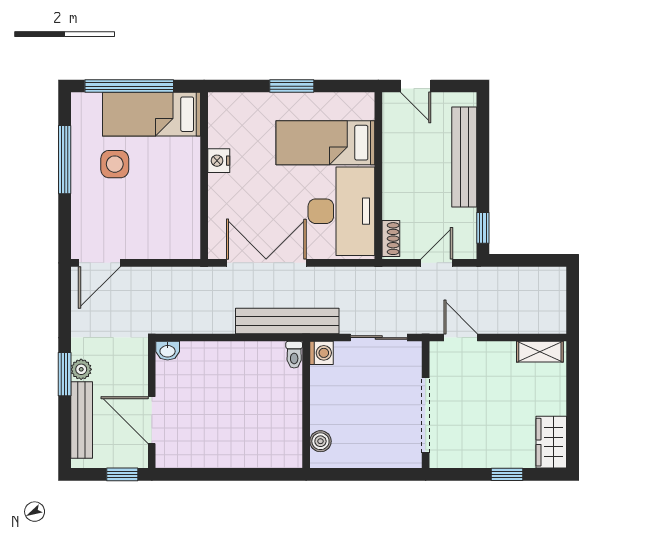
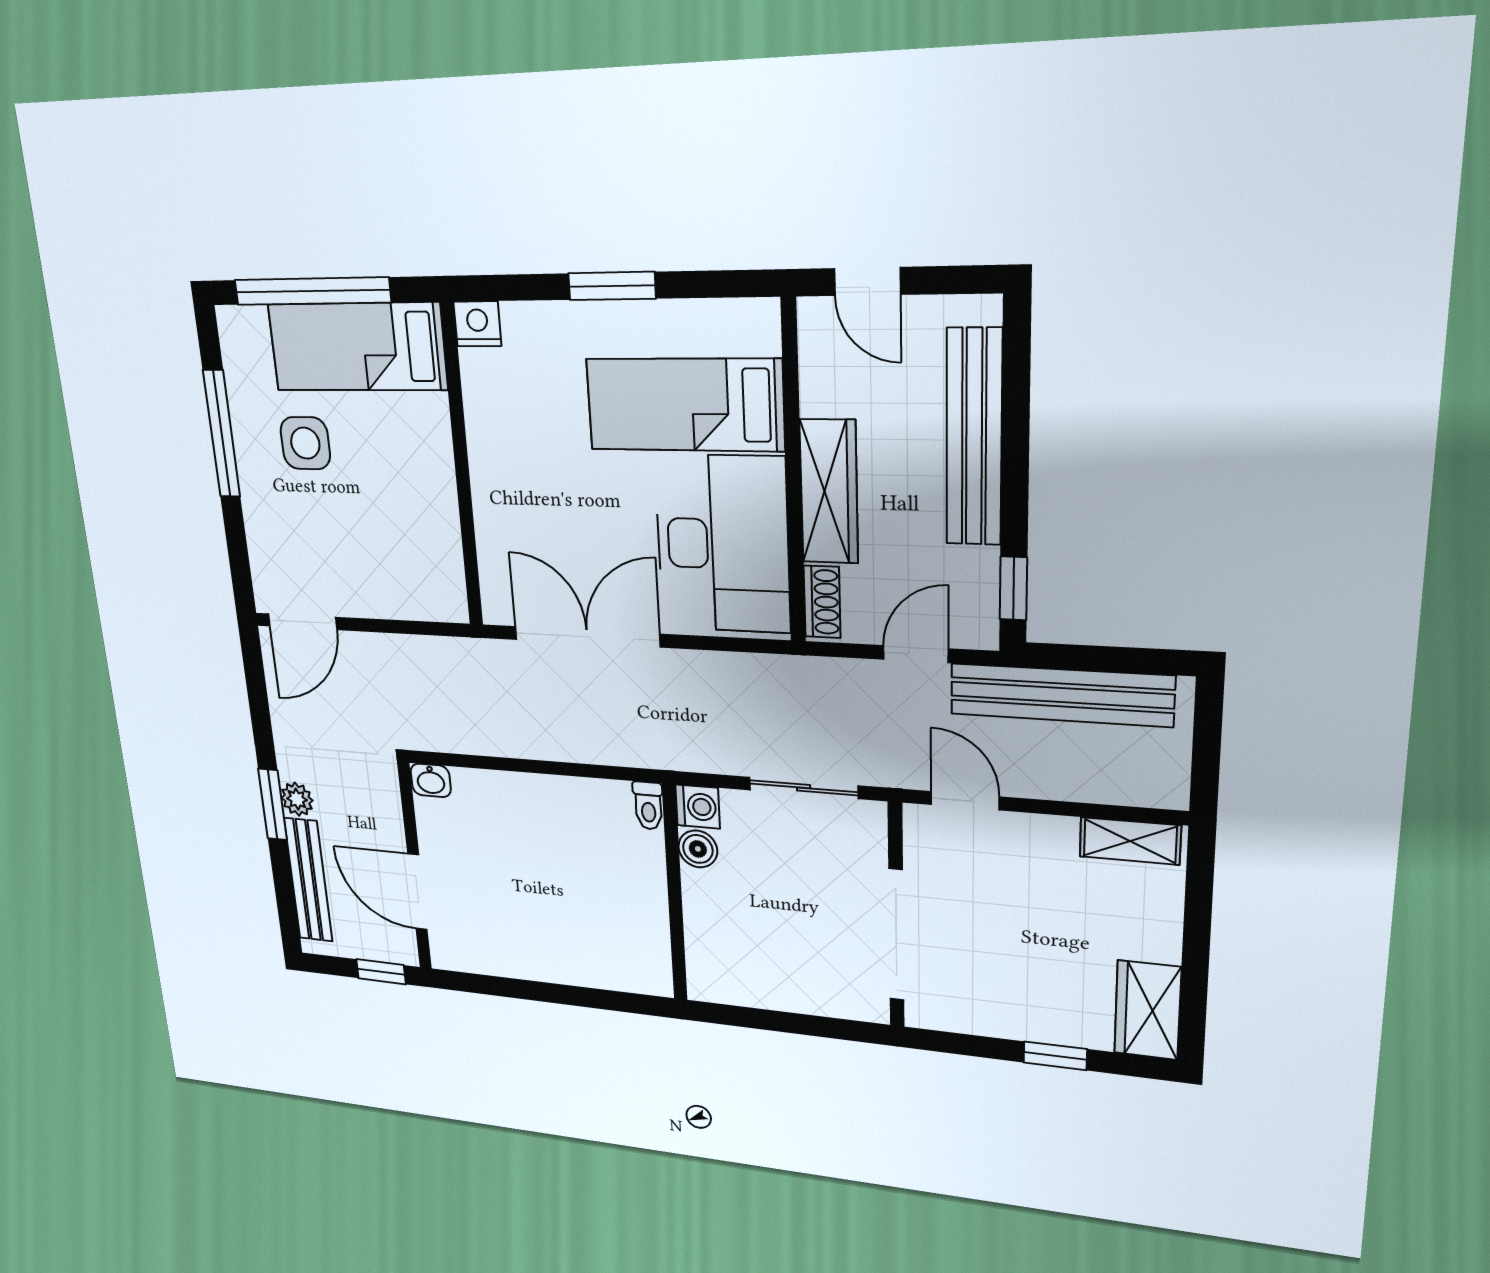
nightstand: (219, 161) -> (477, 324), moved, turned 90
wardrobe: (396, 184) -> (829, 492), added
bench: (287, 321) -> (1061, 695), moved
boiler: (320, 441) -> (698, 849), moved

